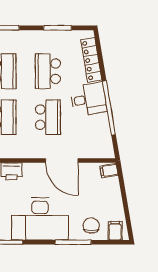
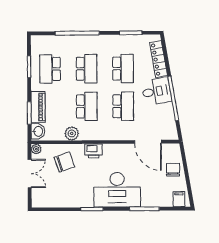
school desk: (48, 71) -> (123, 69), turned 180
door: (62, 161) -> (148, 142), moved
filing cabinet: (109, 171) -> (174, 150), removed
chair: (91, 226) -> (173, 170), moved

